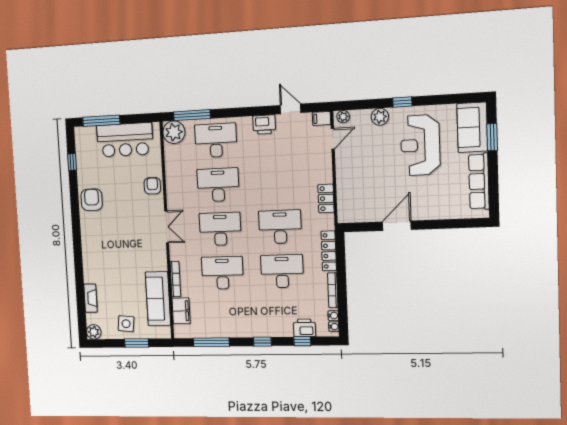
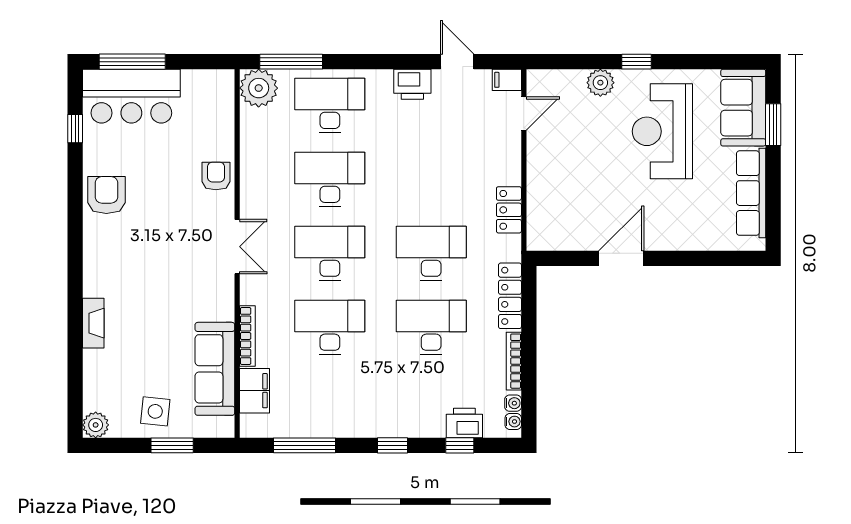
plant: (343, 117) -> (542, 79), removed
bar counter: (125, 140) -> (131, 96), moved
fireplace: (90, 298) -> (93, 323), moved

